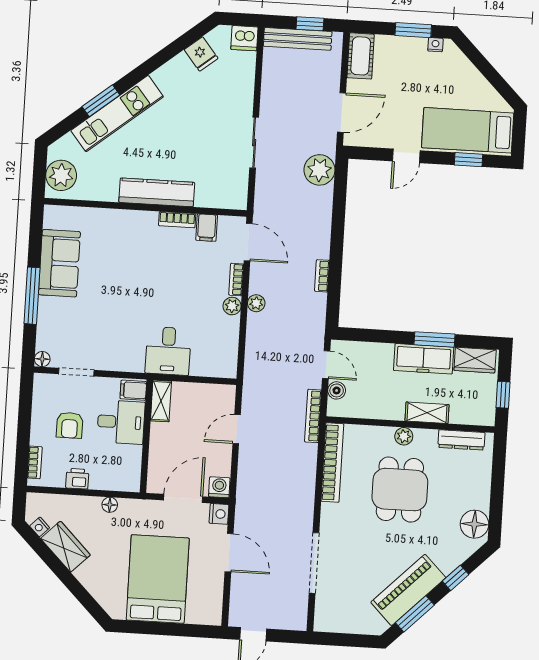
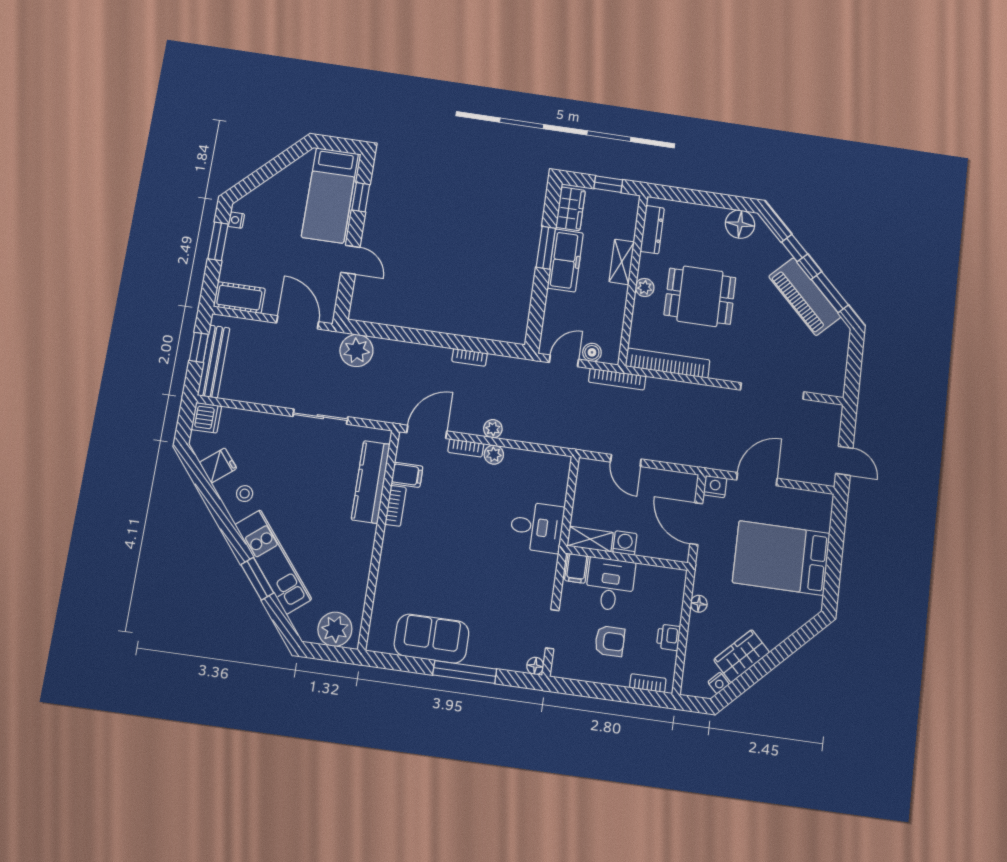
stool: (177, 81) -> (245, 494), added
kitchen counter: (157, 192) -> (371, 482), moved
washing machine: (219, 487) -> (625, 543), moved, turned 90

